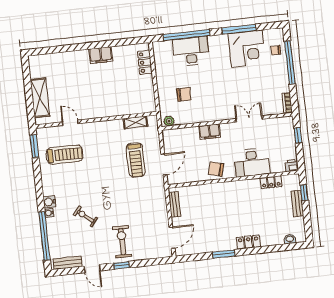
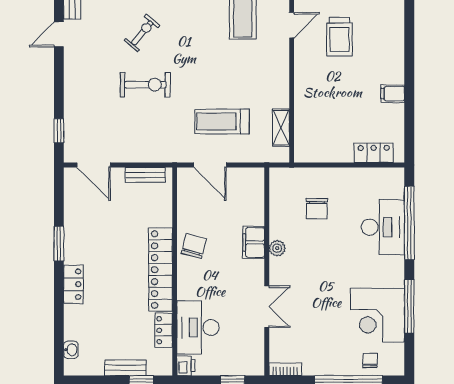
filing cabinet: (101, 55) -> (393, 94), width x0.50
trolley: (74, 92) -> (339, 37), added
plant: (169, 121) -> (277, 248), moved
desk: (252, 162) -> (198, 328), moved
locker: (233, 188) -> (160, 270), added
exercise bike: (122, 242) -> (145, 85), moved
window: (121, 265) -> (59, 131), moved

